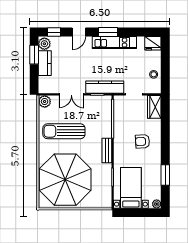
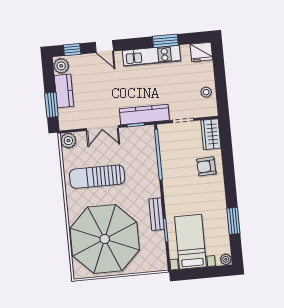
door: (79, 32) -> (104, 47), hinge flipped
window: (108, 32) -> (165, 41), moved
window: (34, 55) -> (51, 105), moved
armchair: (142, 141) -> (206, 166), moved
bench: (107, 150) -> (157, 214), moved

